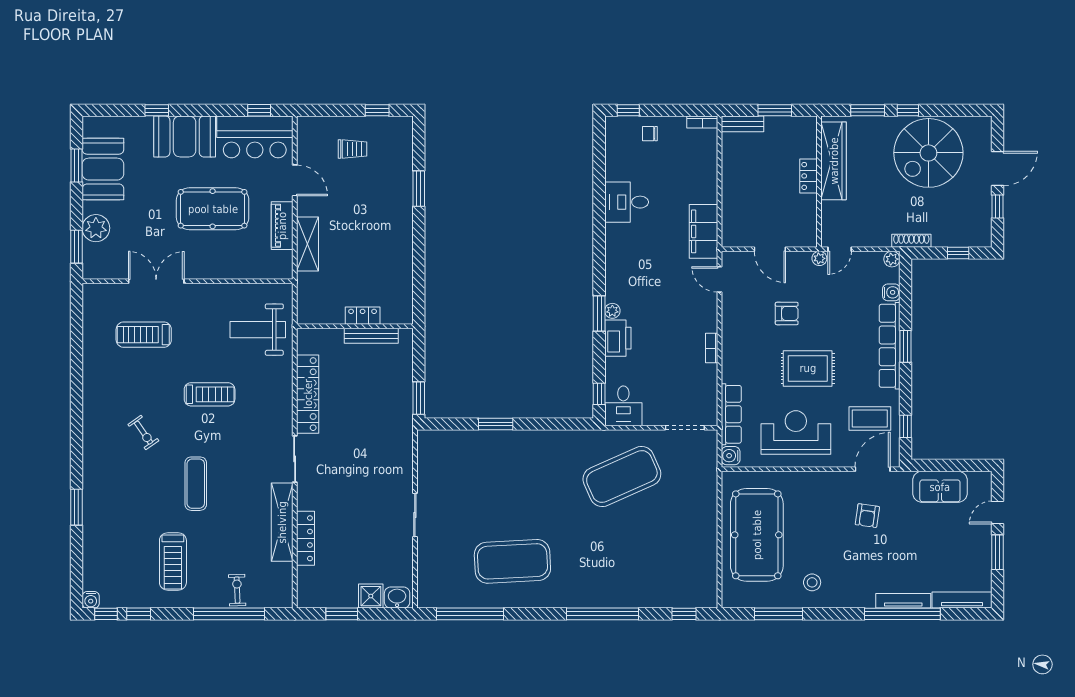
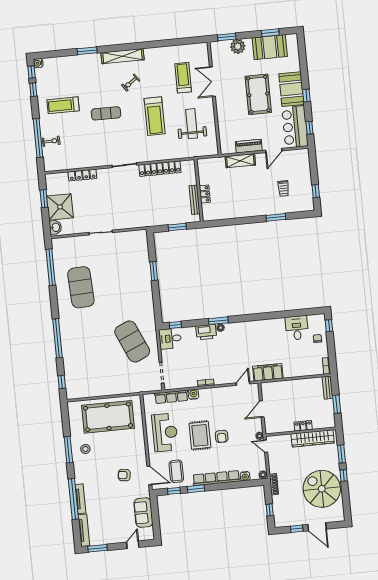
window: (157, 110) -> (306, 96), moved
trolley: (353, 149) -> (283, 188), moved
desk: (627, 202) -> (297, 328), moved
pool table: (213, 209) -> (258, 94), moved
double door: (156, 281) -> (212, 82), swing flipped
armchair: (787, 313) -> (222, 436), moved
weight bench: (258, 330) -> (192, 124), moved
window: (905, 346) -> (196, 489), moved
treadmill: (210, 394) -> (155, 116), width x1.37, depth x1.38
window: (419, 398) -> (177, 227), moved
water cooler: (731, 456) -> (193, 394), moved
door: (998, 512) -> (133, 545), hinge flipped
shelving: (282, 522) -> (123, 56), moved
window: (998, 552) -> (98, 548), moved
shower: (371, 596) -> (60, 207), width x1.86, depth x1.86
window: (779, 614) -> (68, 450), moved

